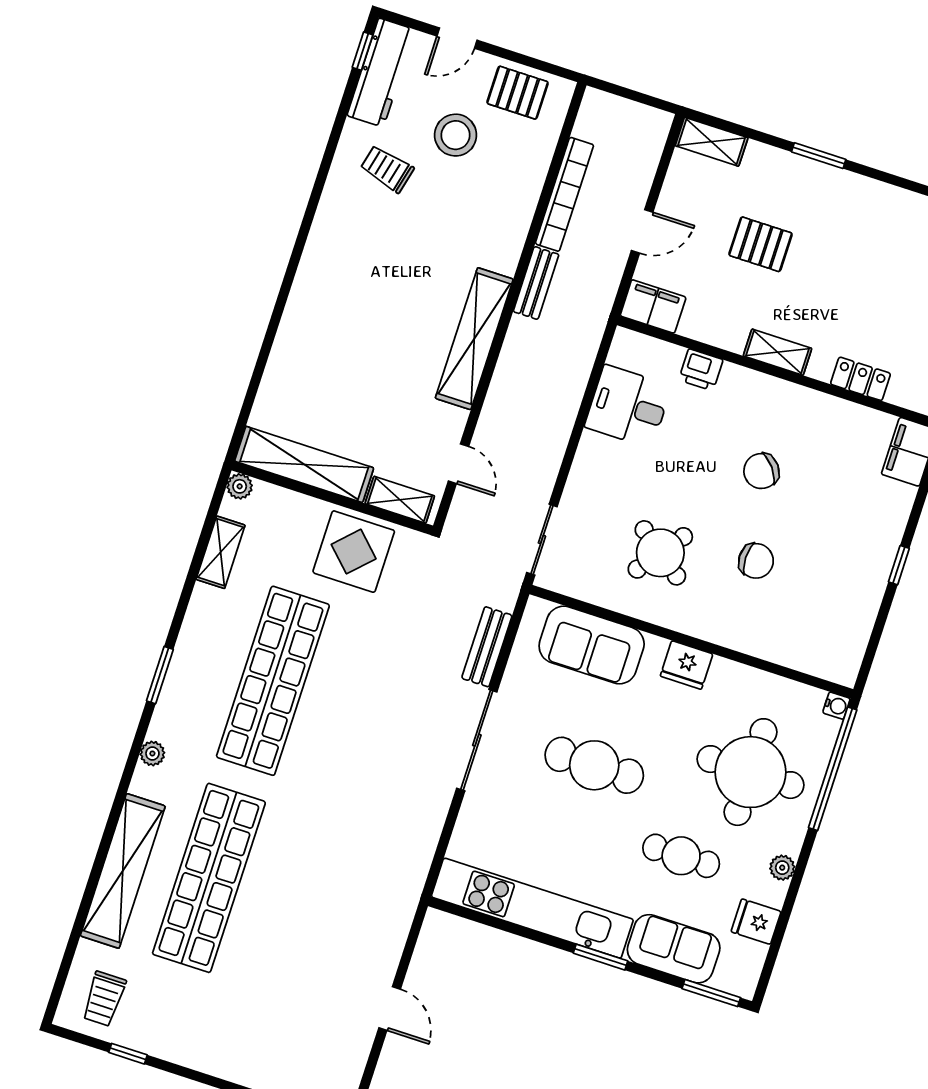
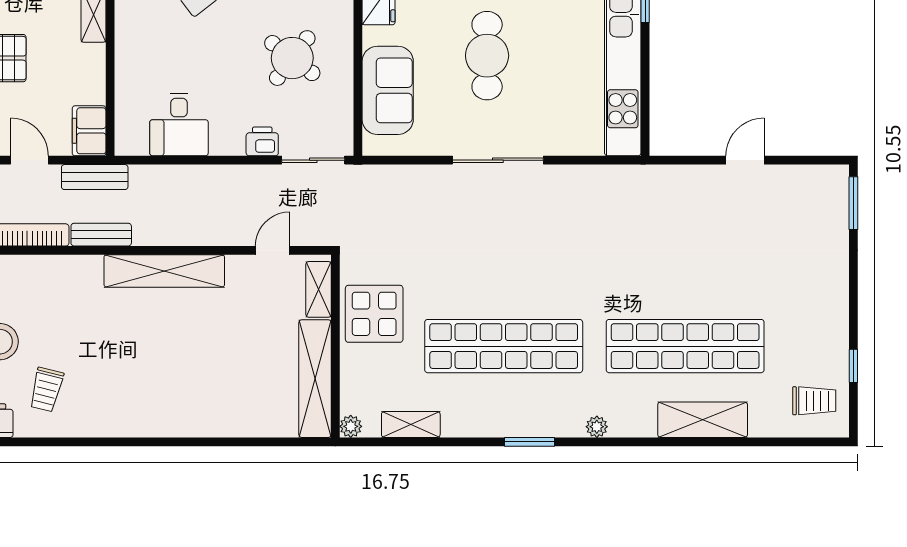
printer: (701, 370) -> (262, 141), moved, turned -90
bench: (487, 647) -> (95, 177), moved
shelving: (123, 871) -> (703, 420), width x0.68

